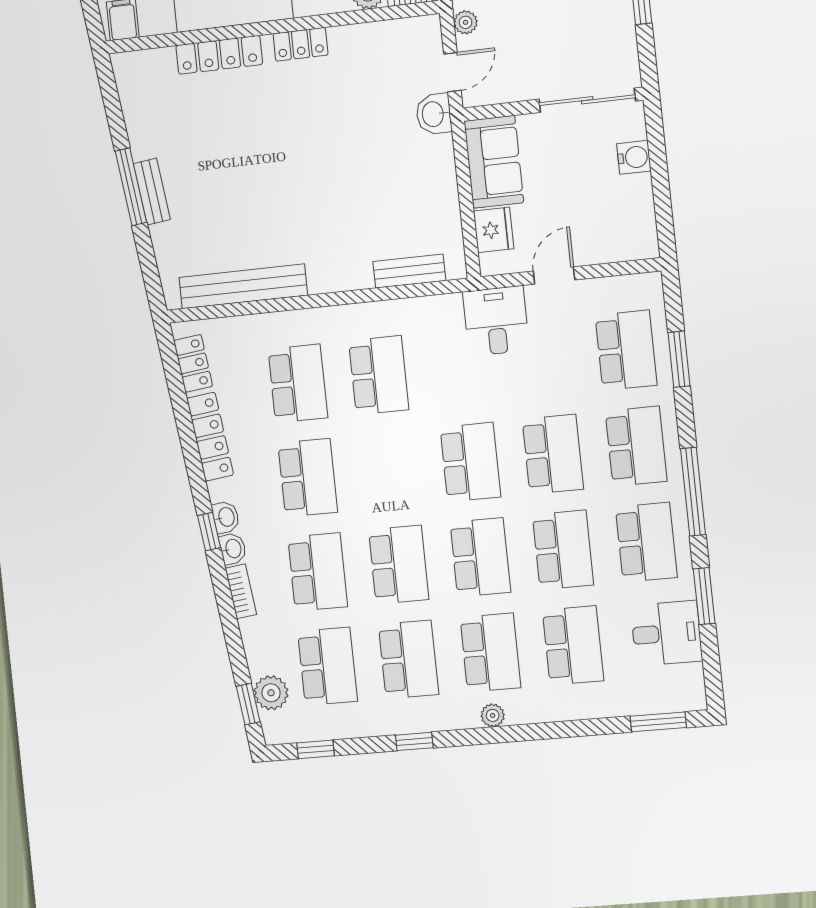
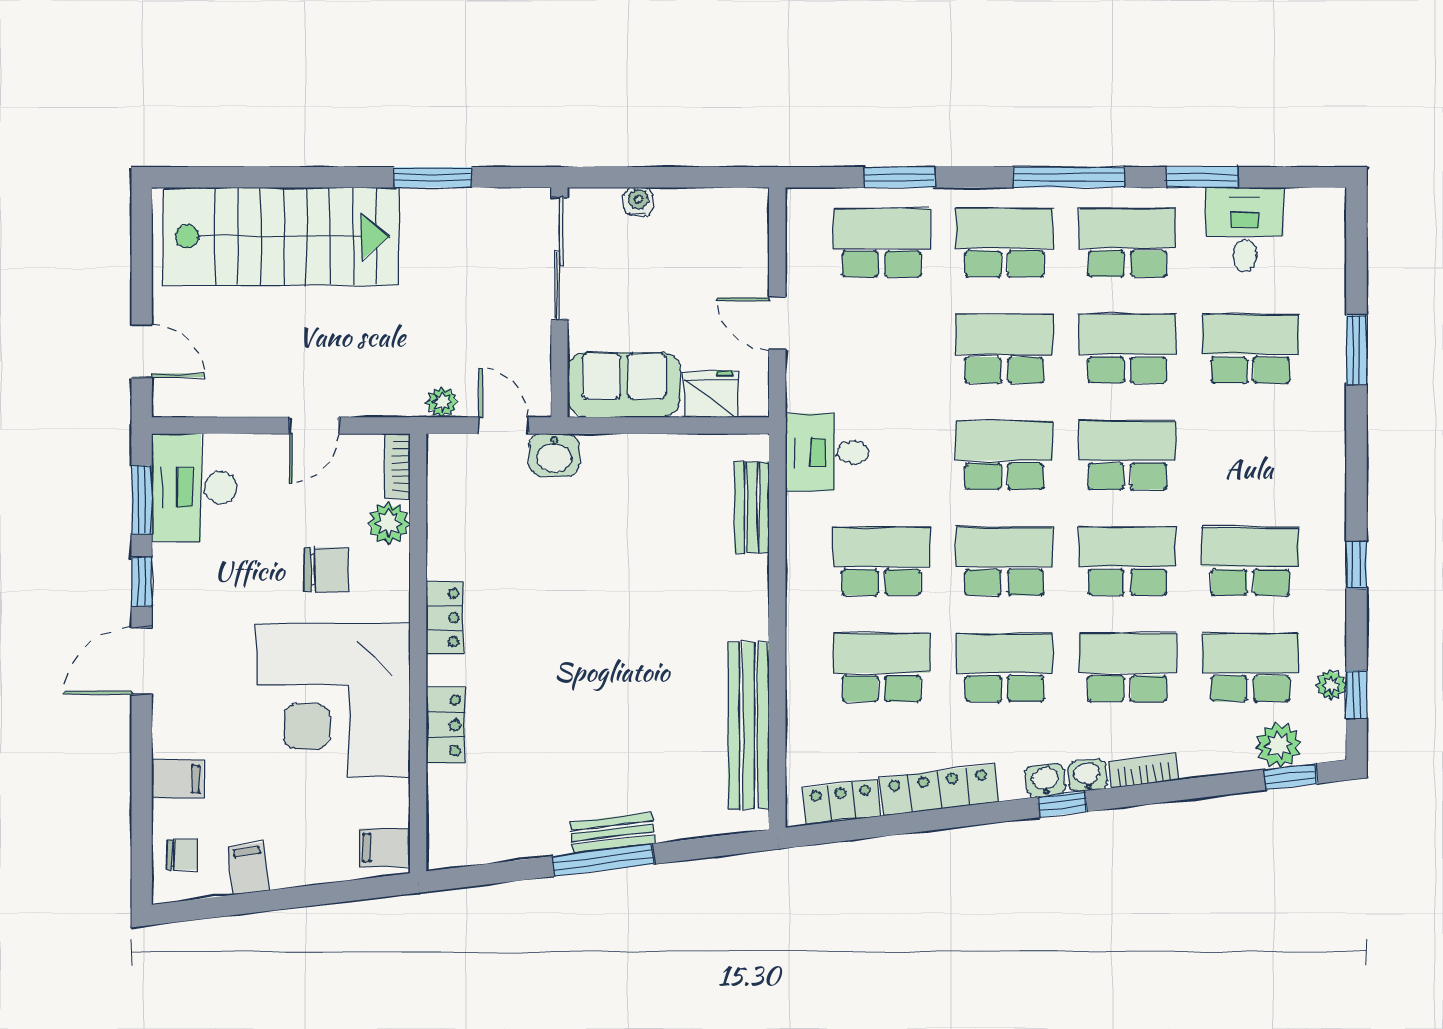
locker: (219, 55) -> (445, 725), width x0.66
water cooler: (634, 157) -> (638, 202), width x0.72, depth x0.72
desk: (496, 321) -> (827, 452), moved
school desk: (490, 652) -> (1004, 561), moved
plant: (493, 715) -> (1331, 685), moved
window: (658, 722) -> (1356, 350), moved

